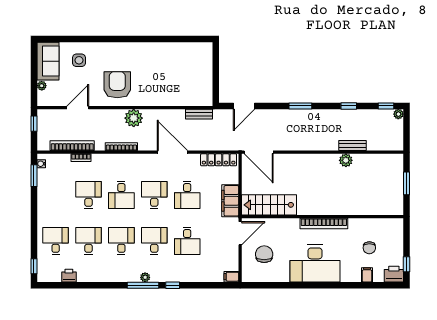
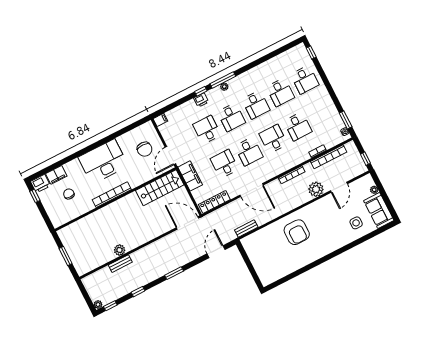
armchair: (117, 85) -> (297, 232), moved
plant: (134, 118) -> (316, 189), moved
filing cabinet: (367, 275) -> (56, 175), width x2.00
printer: (69, 276) -> (201, 100), moved

